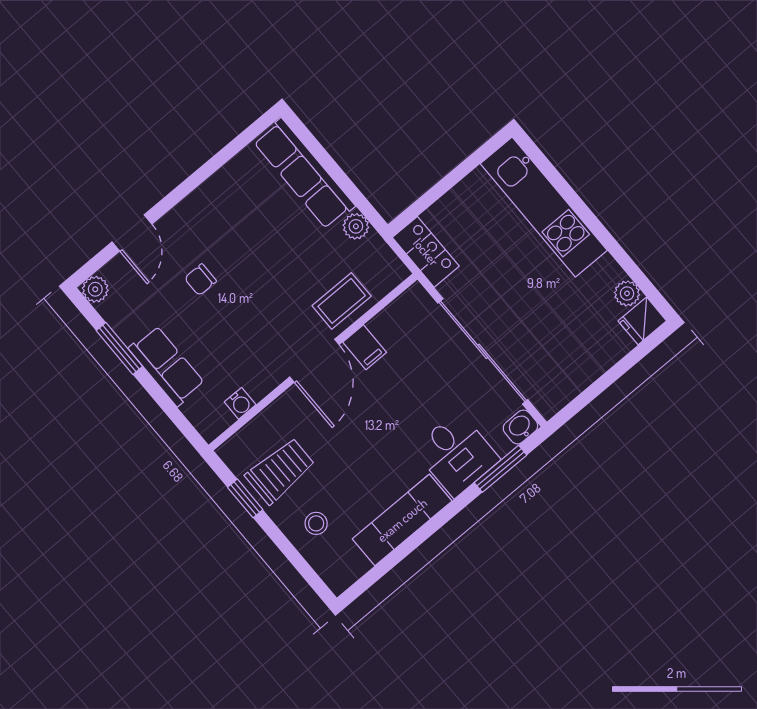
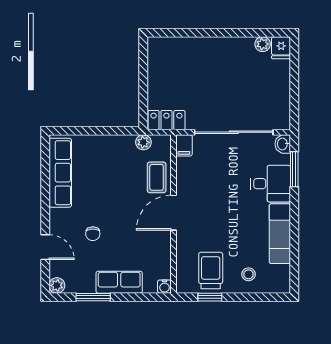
row of seats: (304, 174) -> (60, 173), moved, turned -90
kitchen unit: (544, 207) -> (191, 49), removed
plant: (356, 226) -> (143, 142), moved
filing cabinet: (365, 347) -> (184, 145), moved, turned 90
door: (314, 361) -> (174, 213), swing flipped
water cooler: (240, 403) -> (164, 287), moved, turned 90

